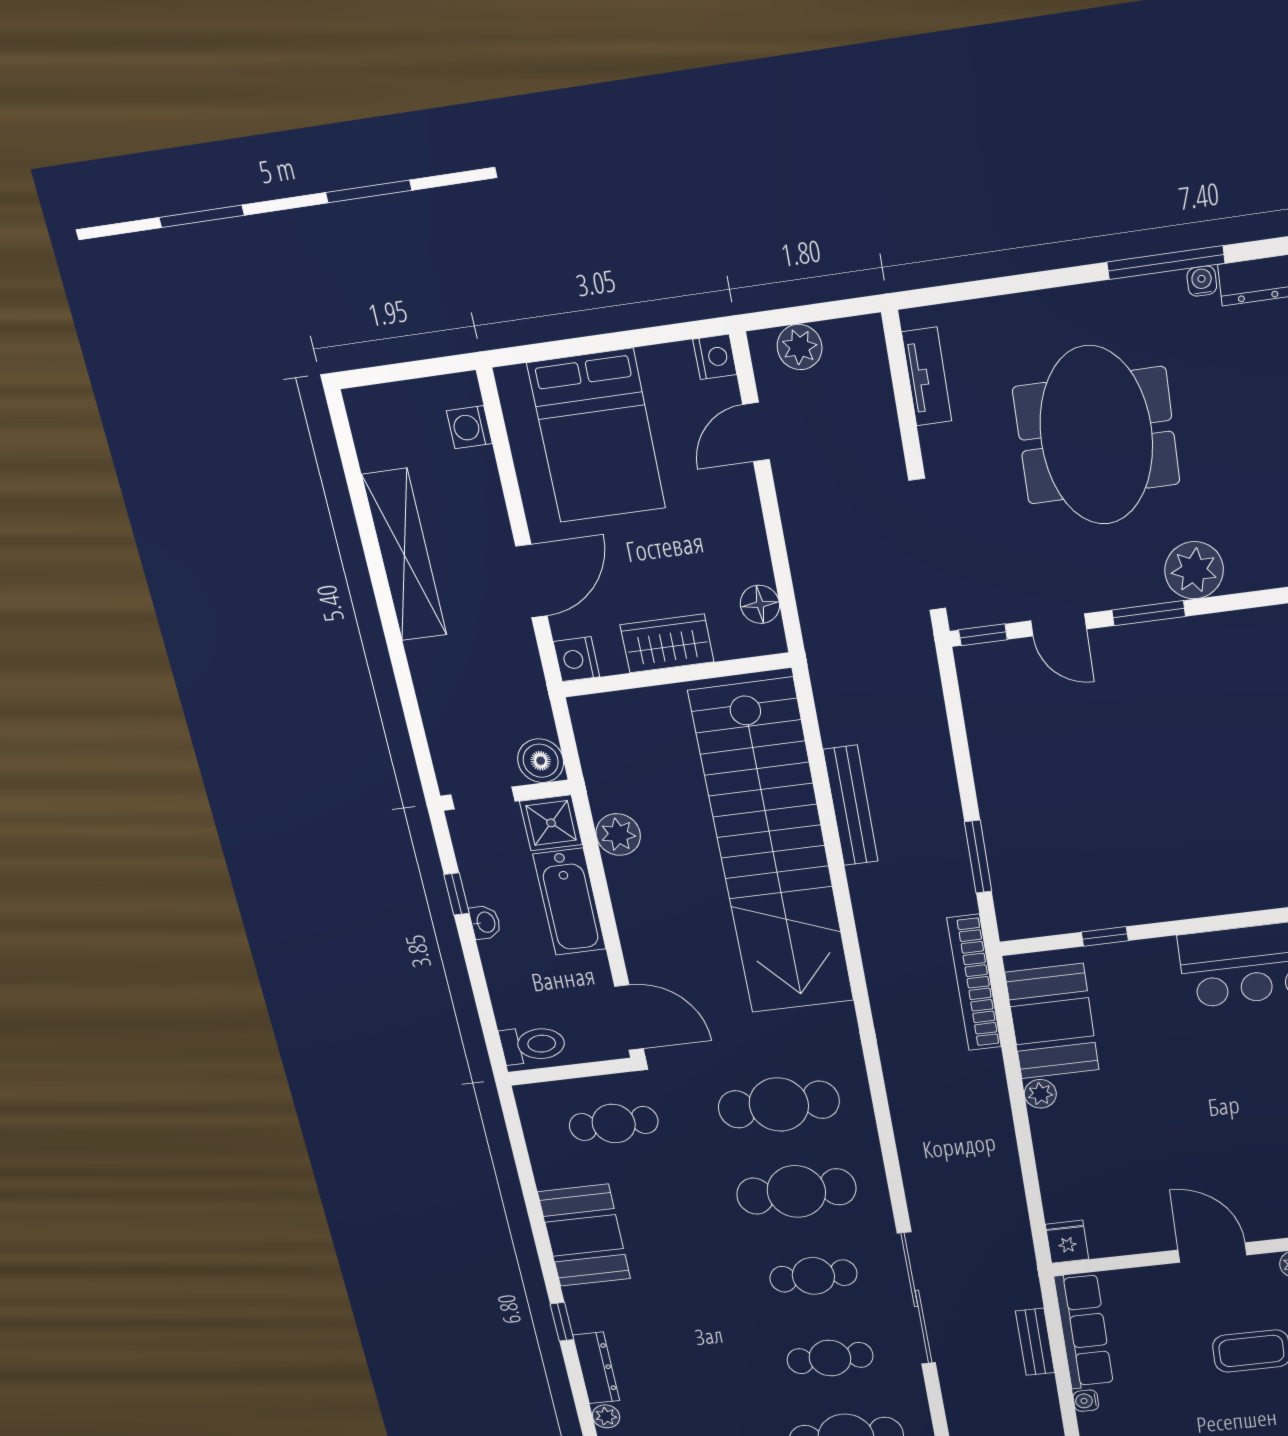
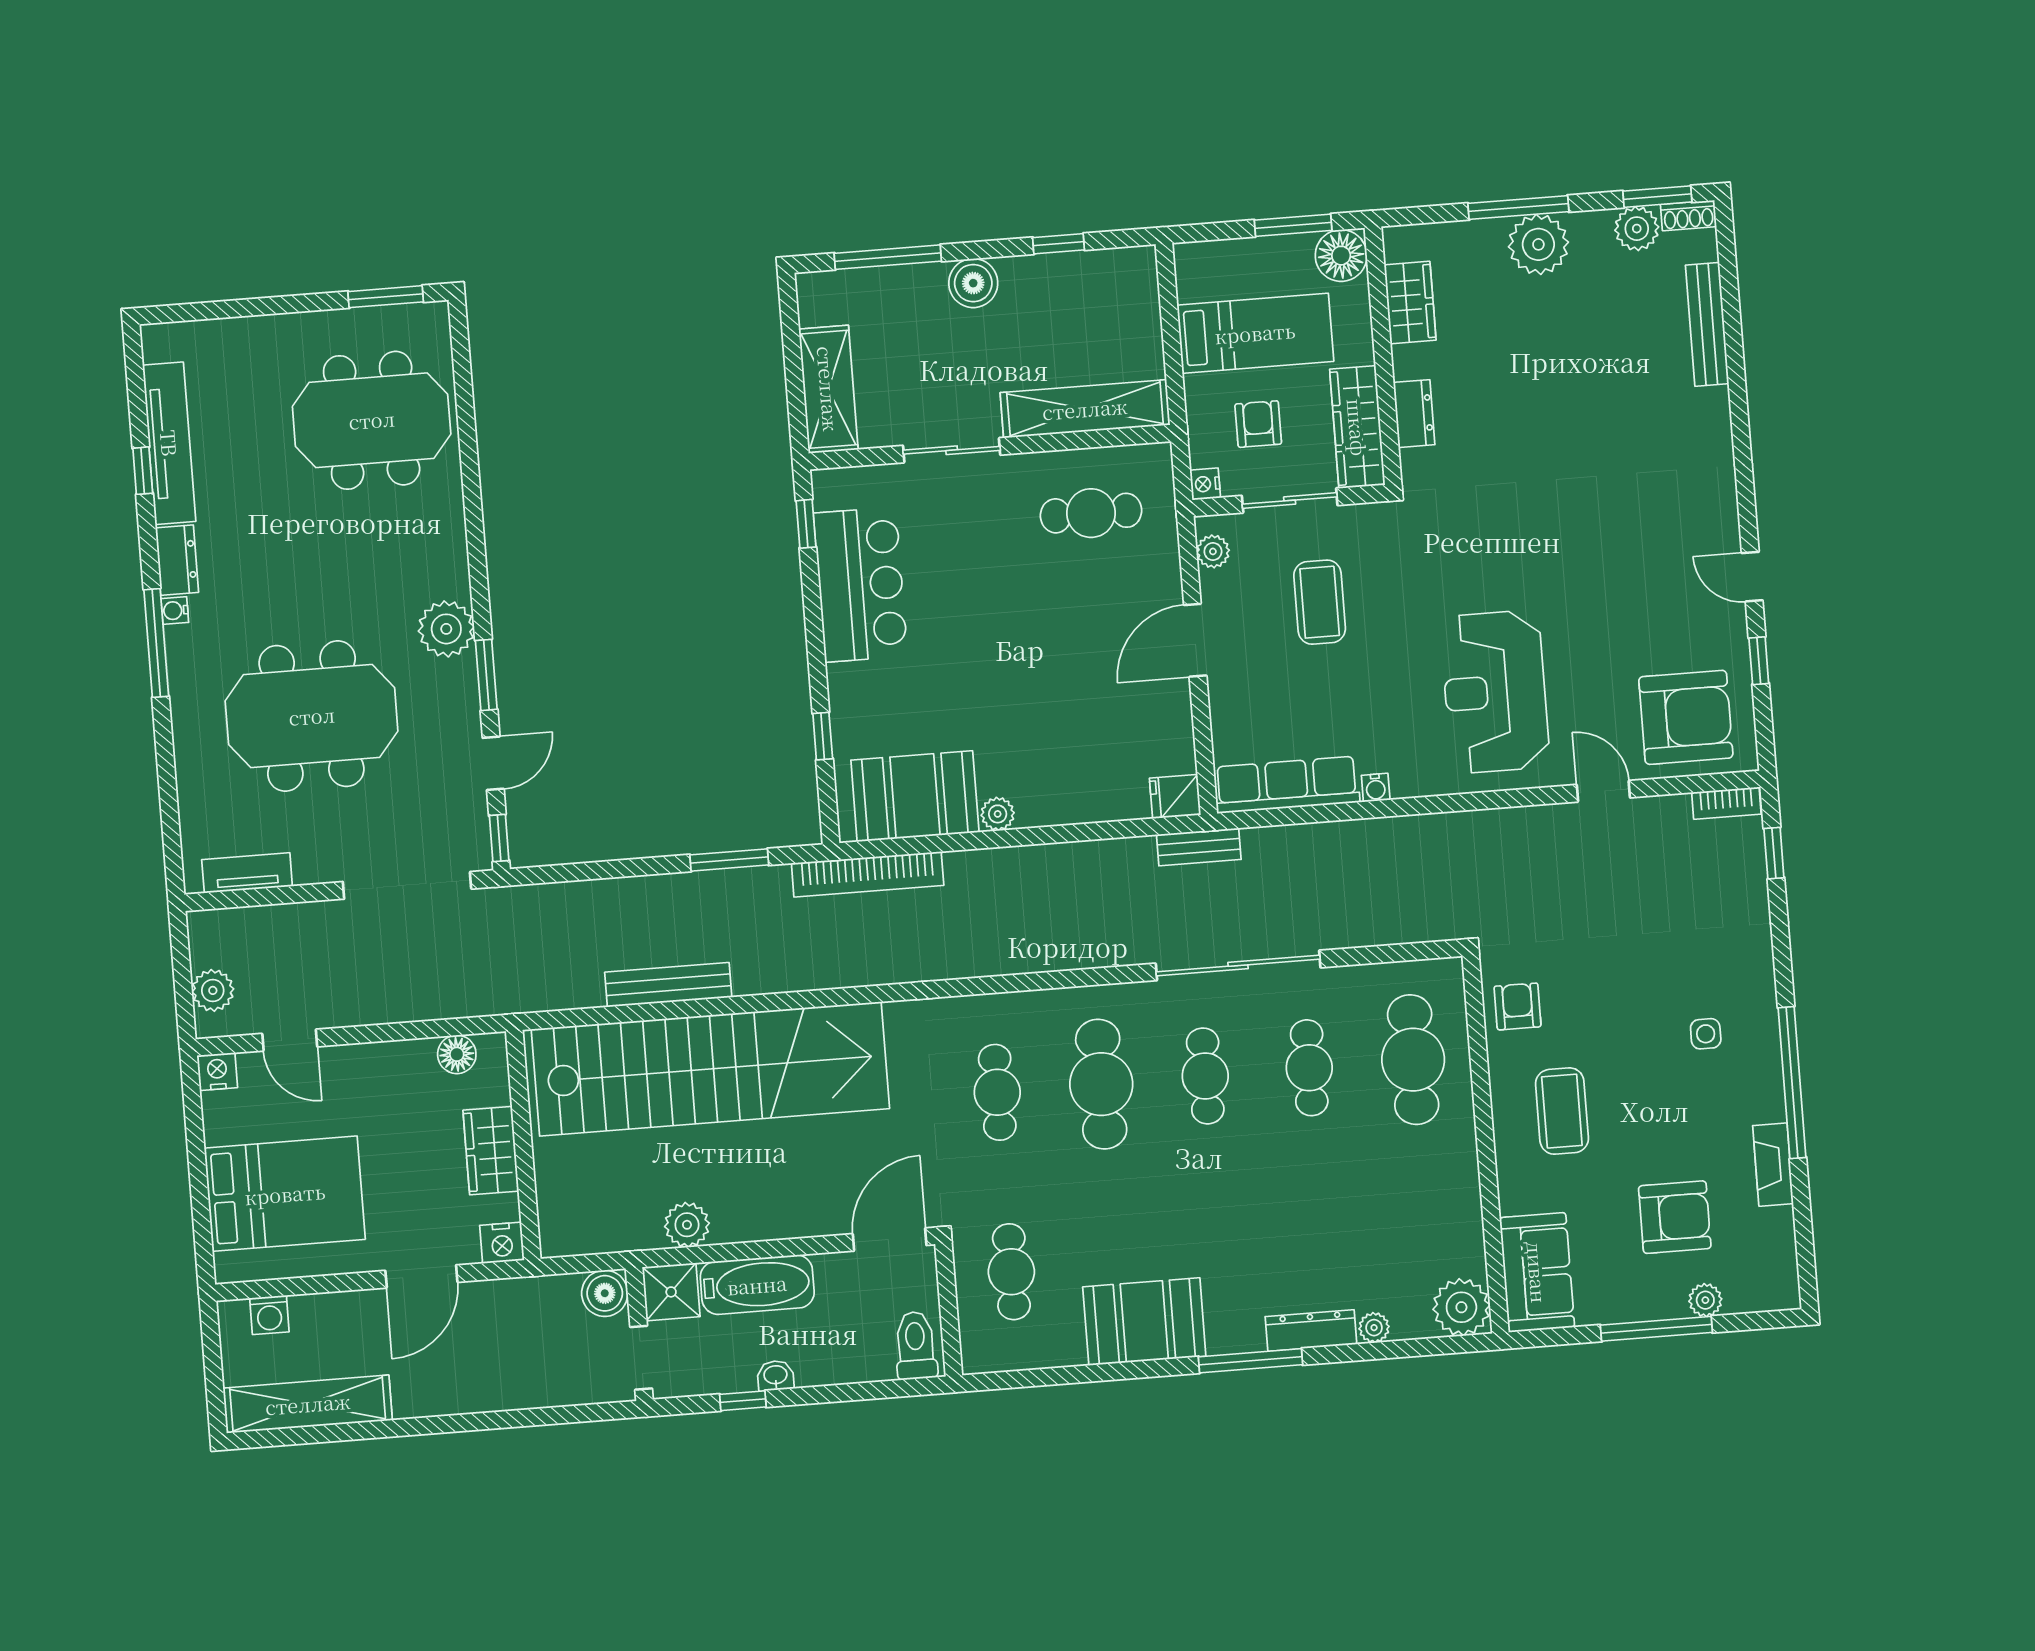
shelving: (404, 555) -> (308, 1404), moved
door: (531, 581) -> (421, 1276), swing flipped
cafe table: (779, 1105) -> (997, 1092), width x0.73, depth x0.74
window: (562, 1322) -> (1251, 1361), width x2.17
bench: (1035, 1342) -> (1199, 847), moved

